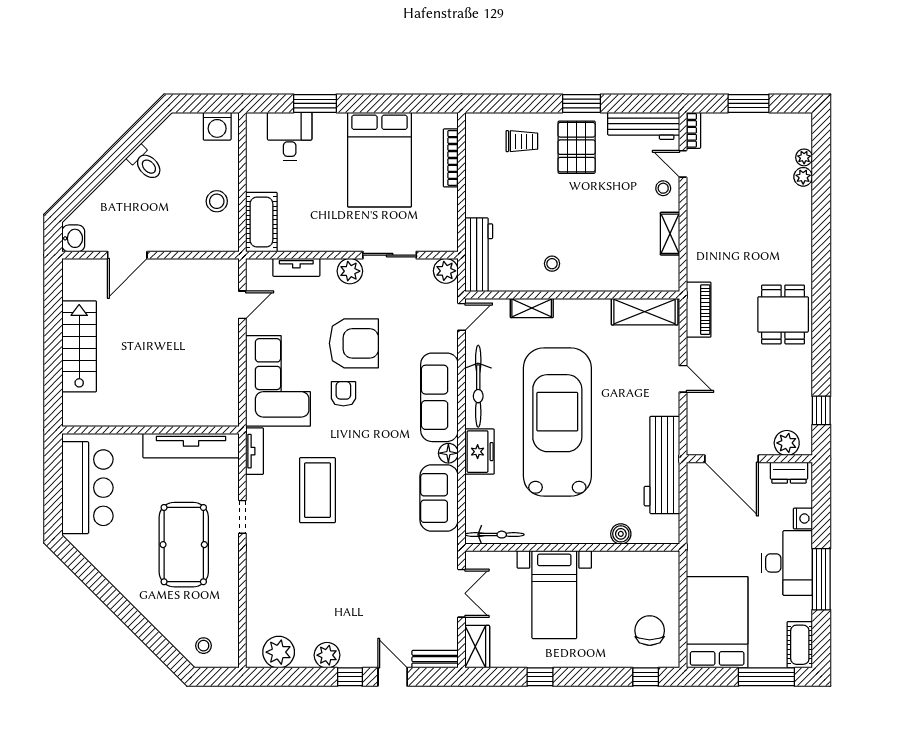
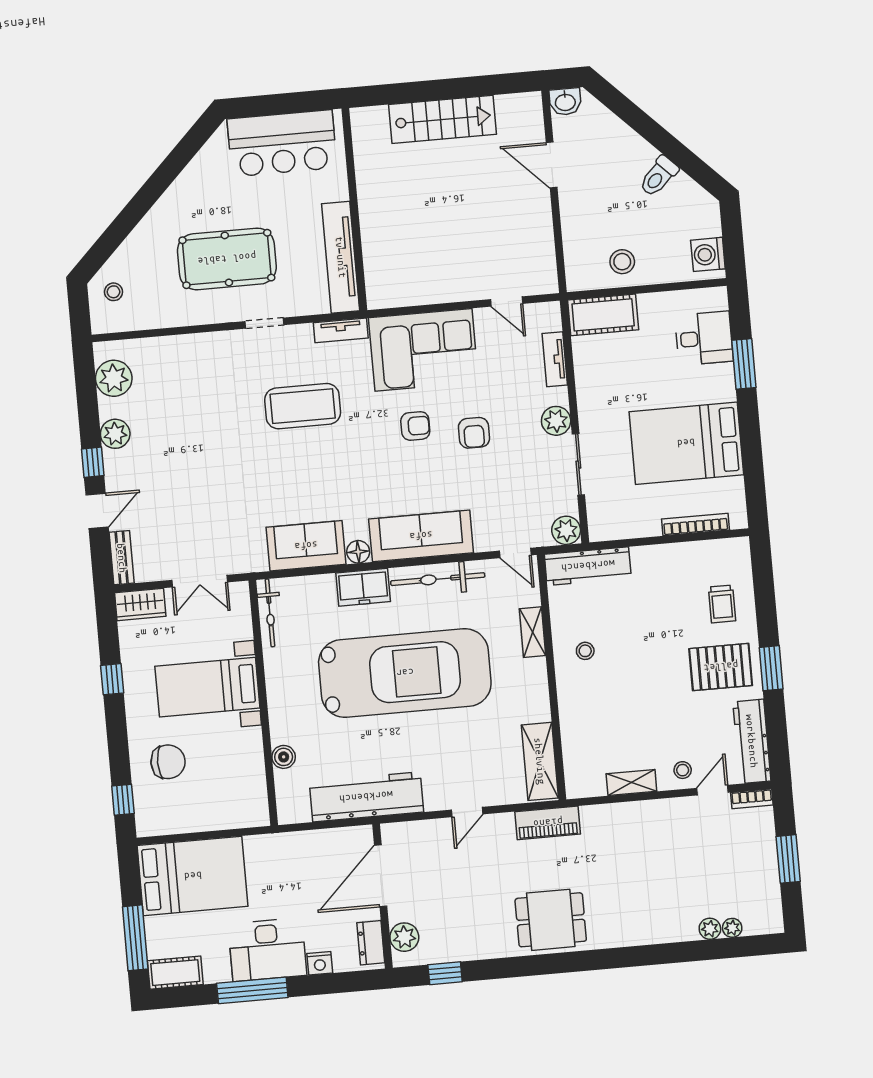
armchair: (354, 343) -> (474, 433), width x0.53, depth x0.53
chair: (650, 631) -> (168, 762), moved

